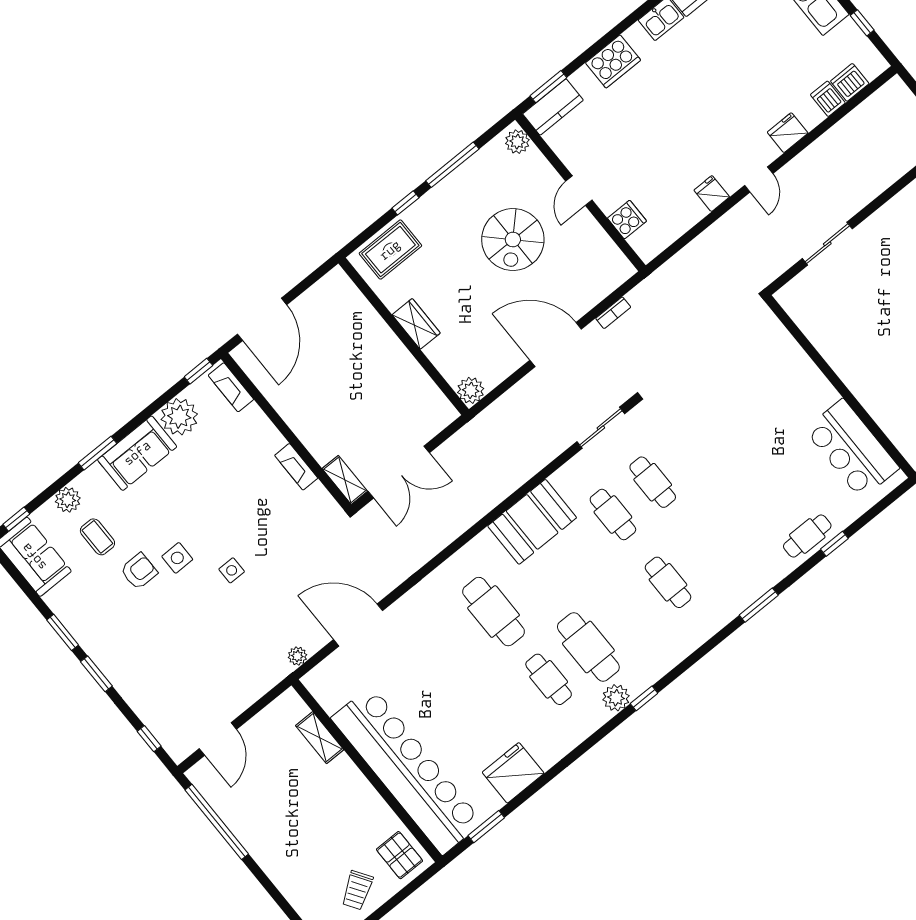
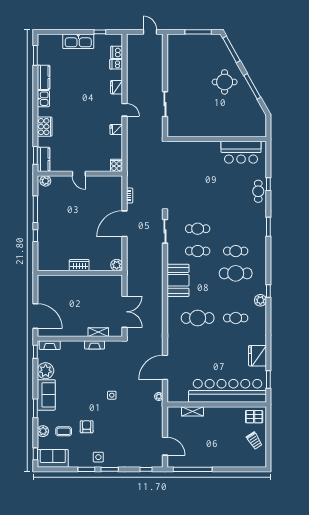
cooker: (627, 220) -> (117, 165), moved
spiral stairs: (513, 240) -> (77, 209), removed
rug: (390, 250) -> (47, 253), removed
shelving: (345, 480) -> (98, 332), moved
side table: (177, 558) -> (98, 457), moved
cafe table: (588, 647) -> (236, 273), moved

